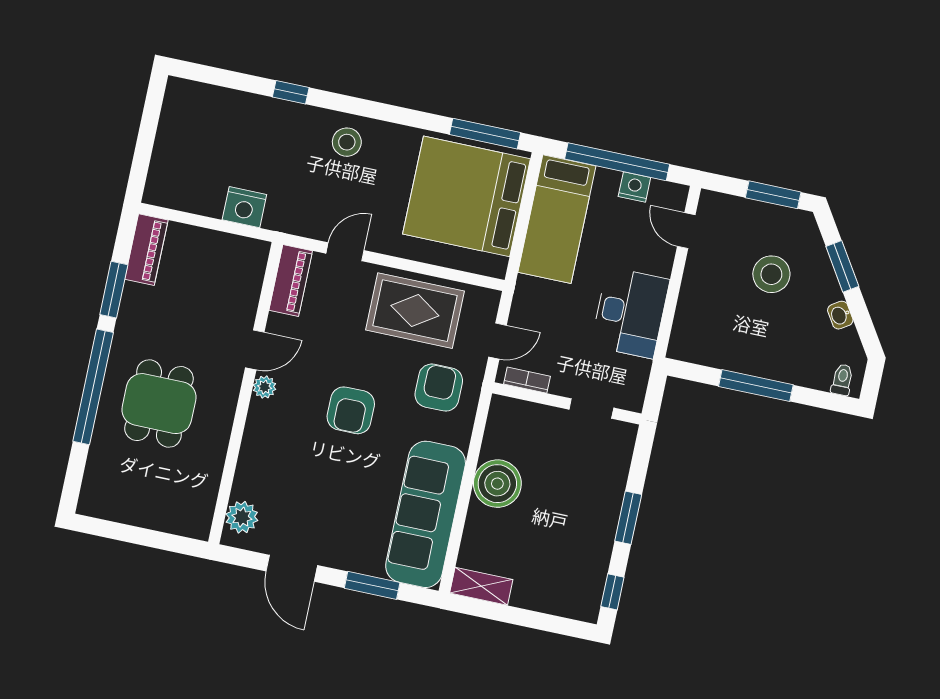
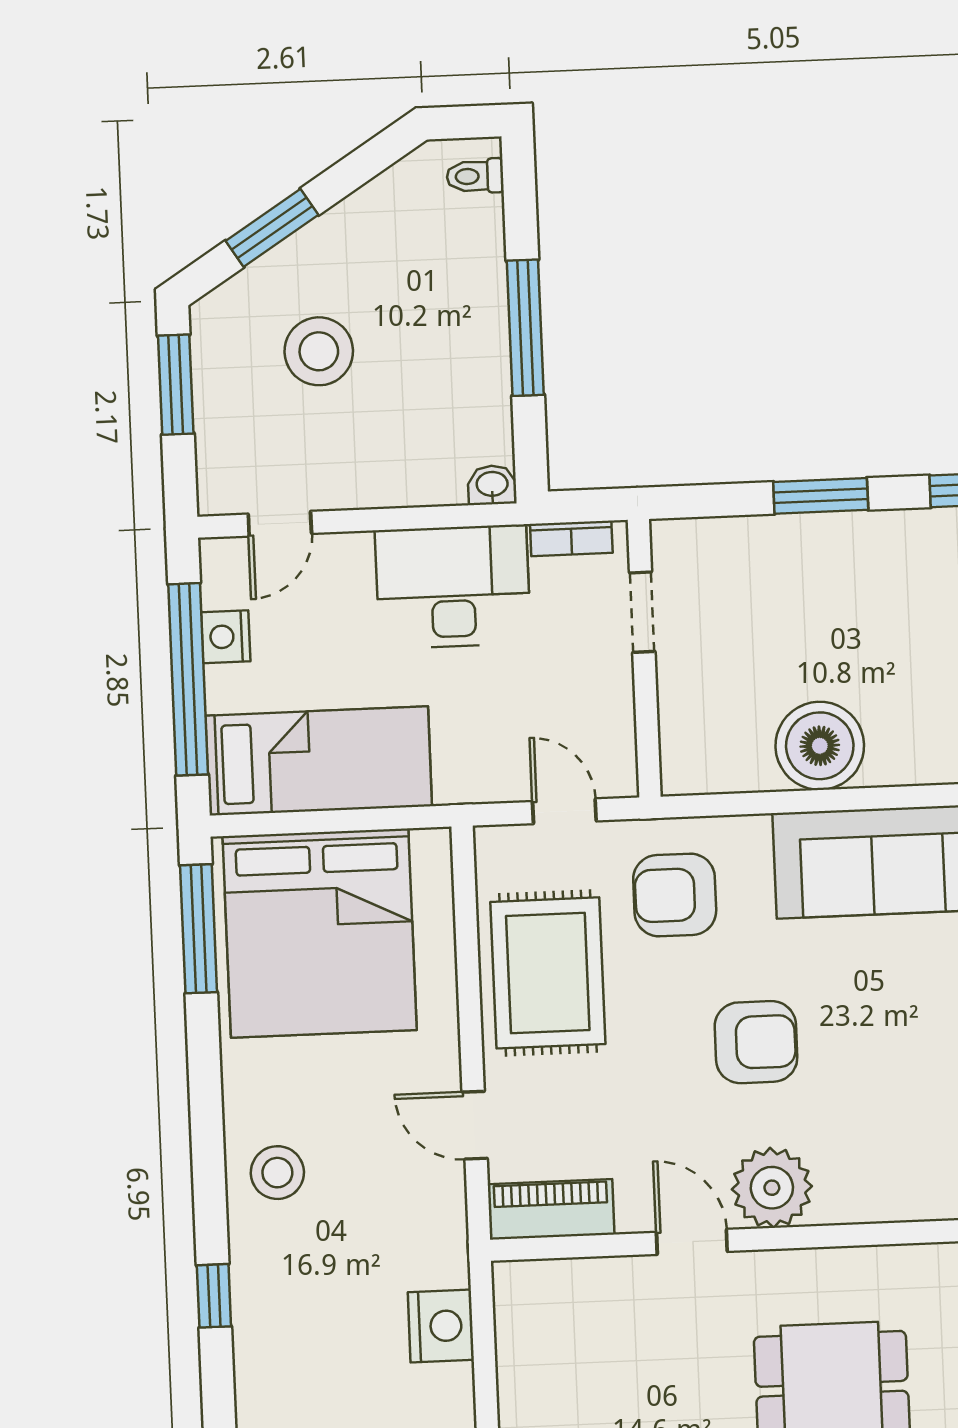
washbasin: (840, 315) -> (492, 485), moved, turned -148
bookcase: (527, 380) -> (571, 538), moved, turned -90
plant: (265, 387) -> (772, 1188), width x1.87, depth x1.87

